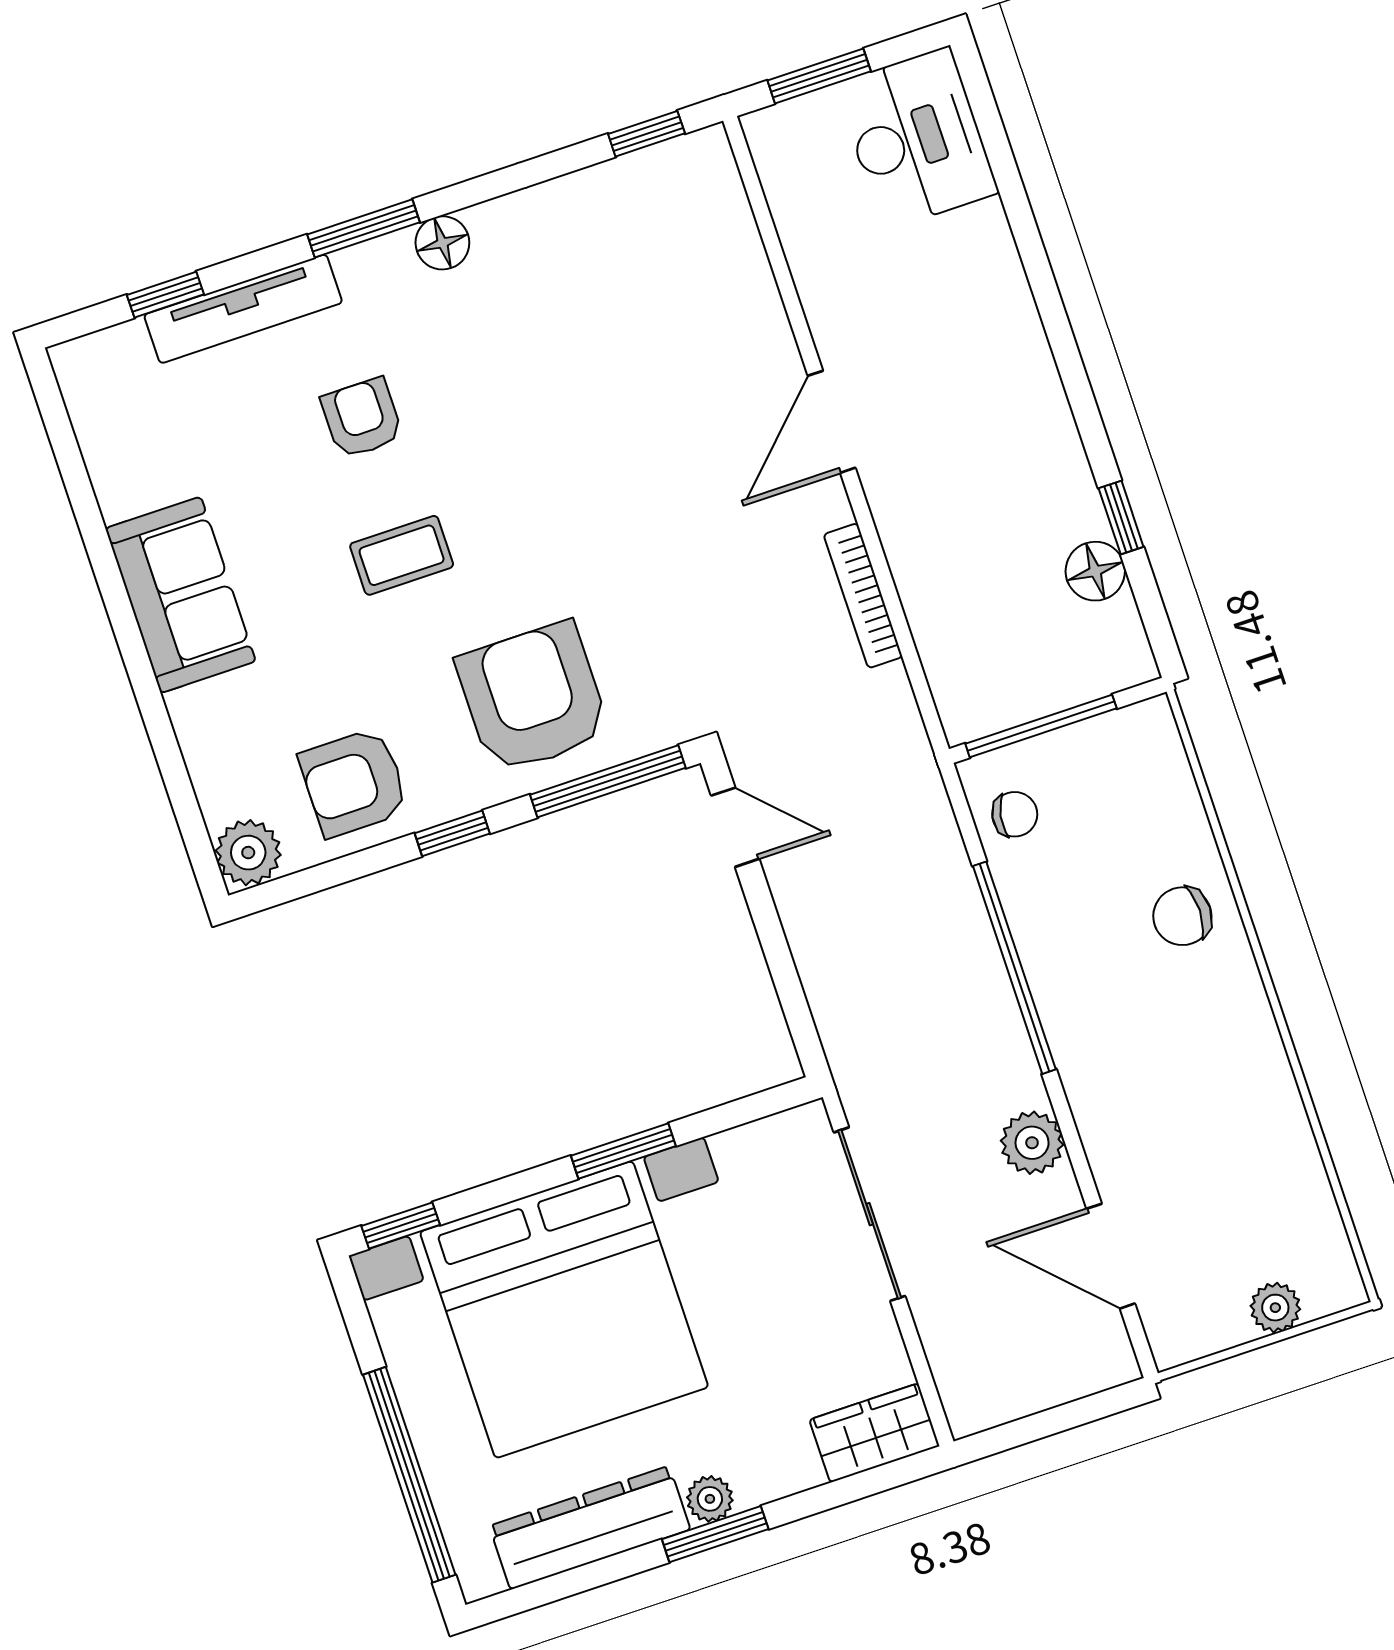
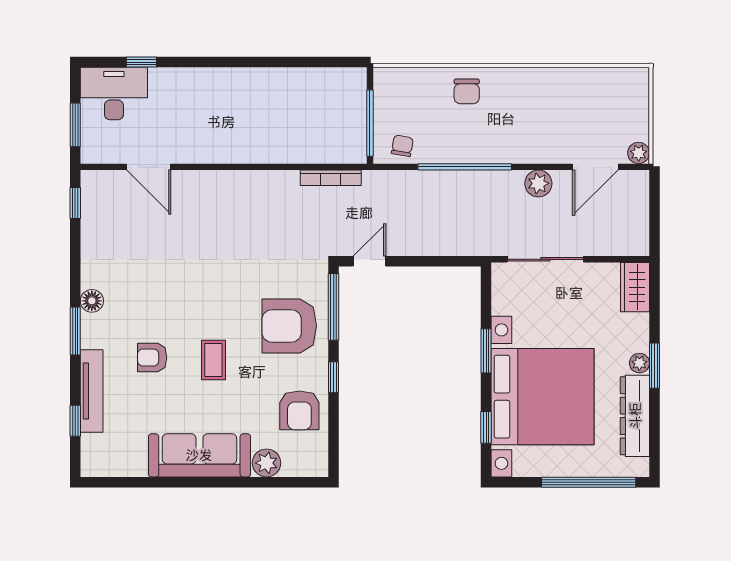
door: (832, 422) -> (149, 167), moved
window: (1121, 518) -> (141, 62), moved
floor lamp: (1095, 571) -> (314, 80), removed
sofa: (181, 595) -> (199, 455), width x1.36
bookcase: (863, 596) -> (331, 178), moved
plant: (248, 853) -> (267, 463), moved
window: (401, 1225) -> (486, 427), moved
plant: (1275, 1308) -> (639, 153), moved

